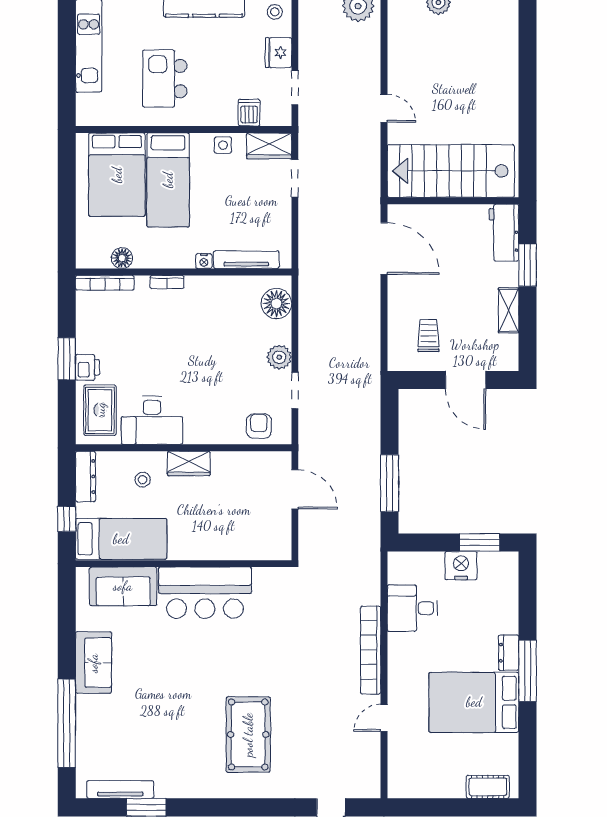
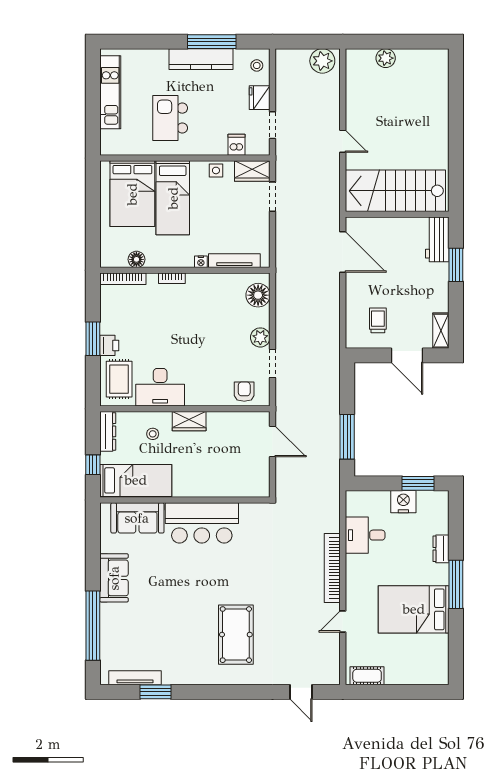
shelving: (509, 310) -> (441, 331), moved
dresser: (509, 653) -> (441, 549), moved
cot: (488, 787) -> (367, 676), moved

